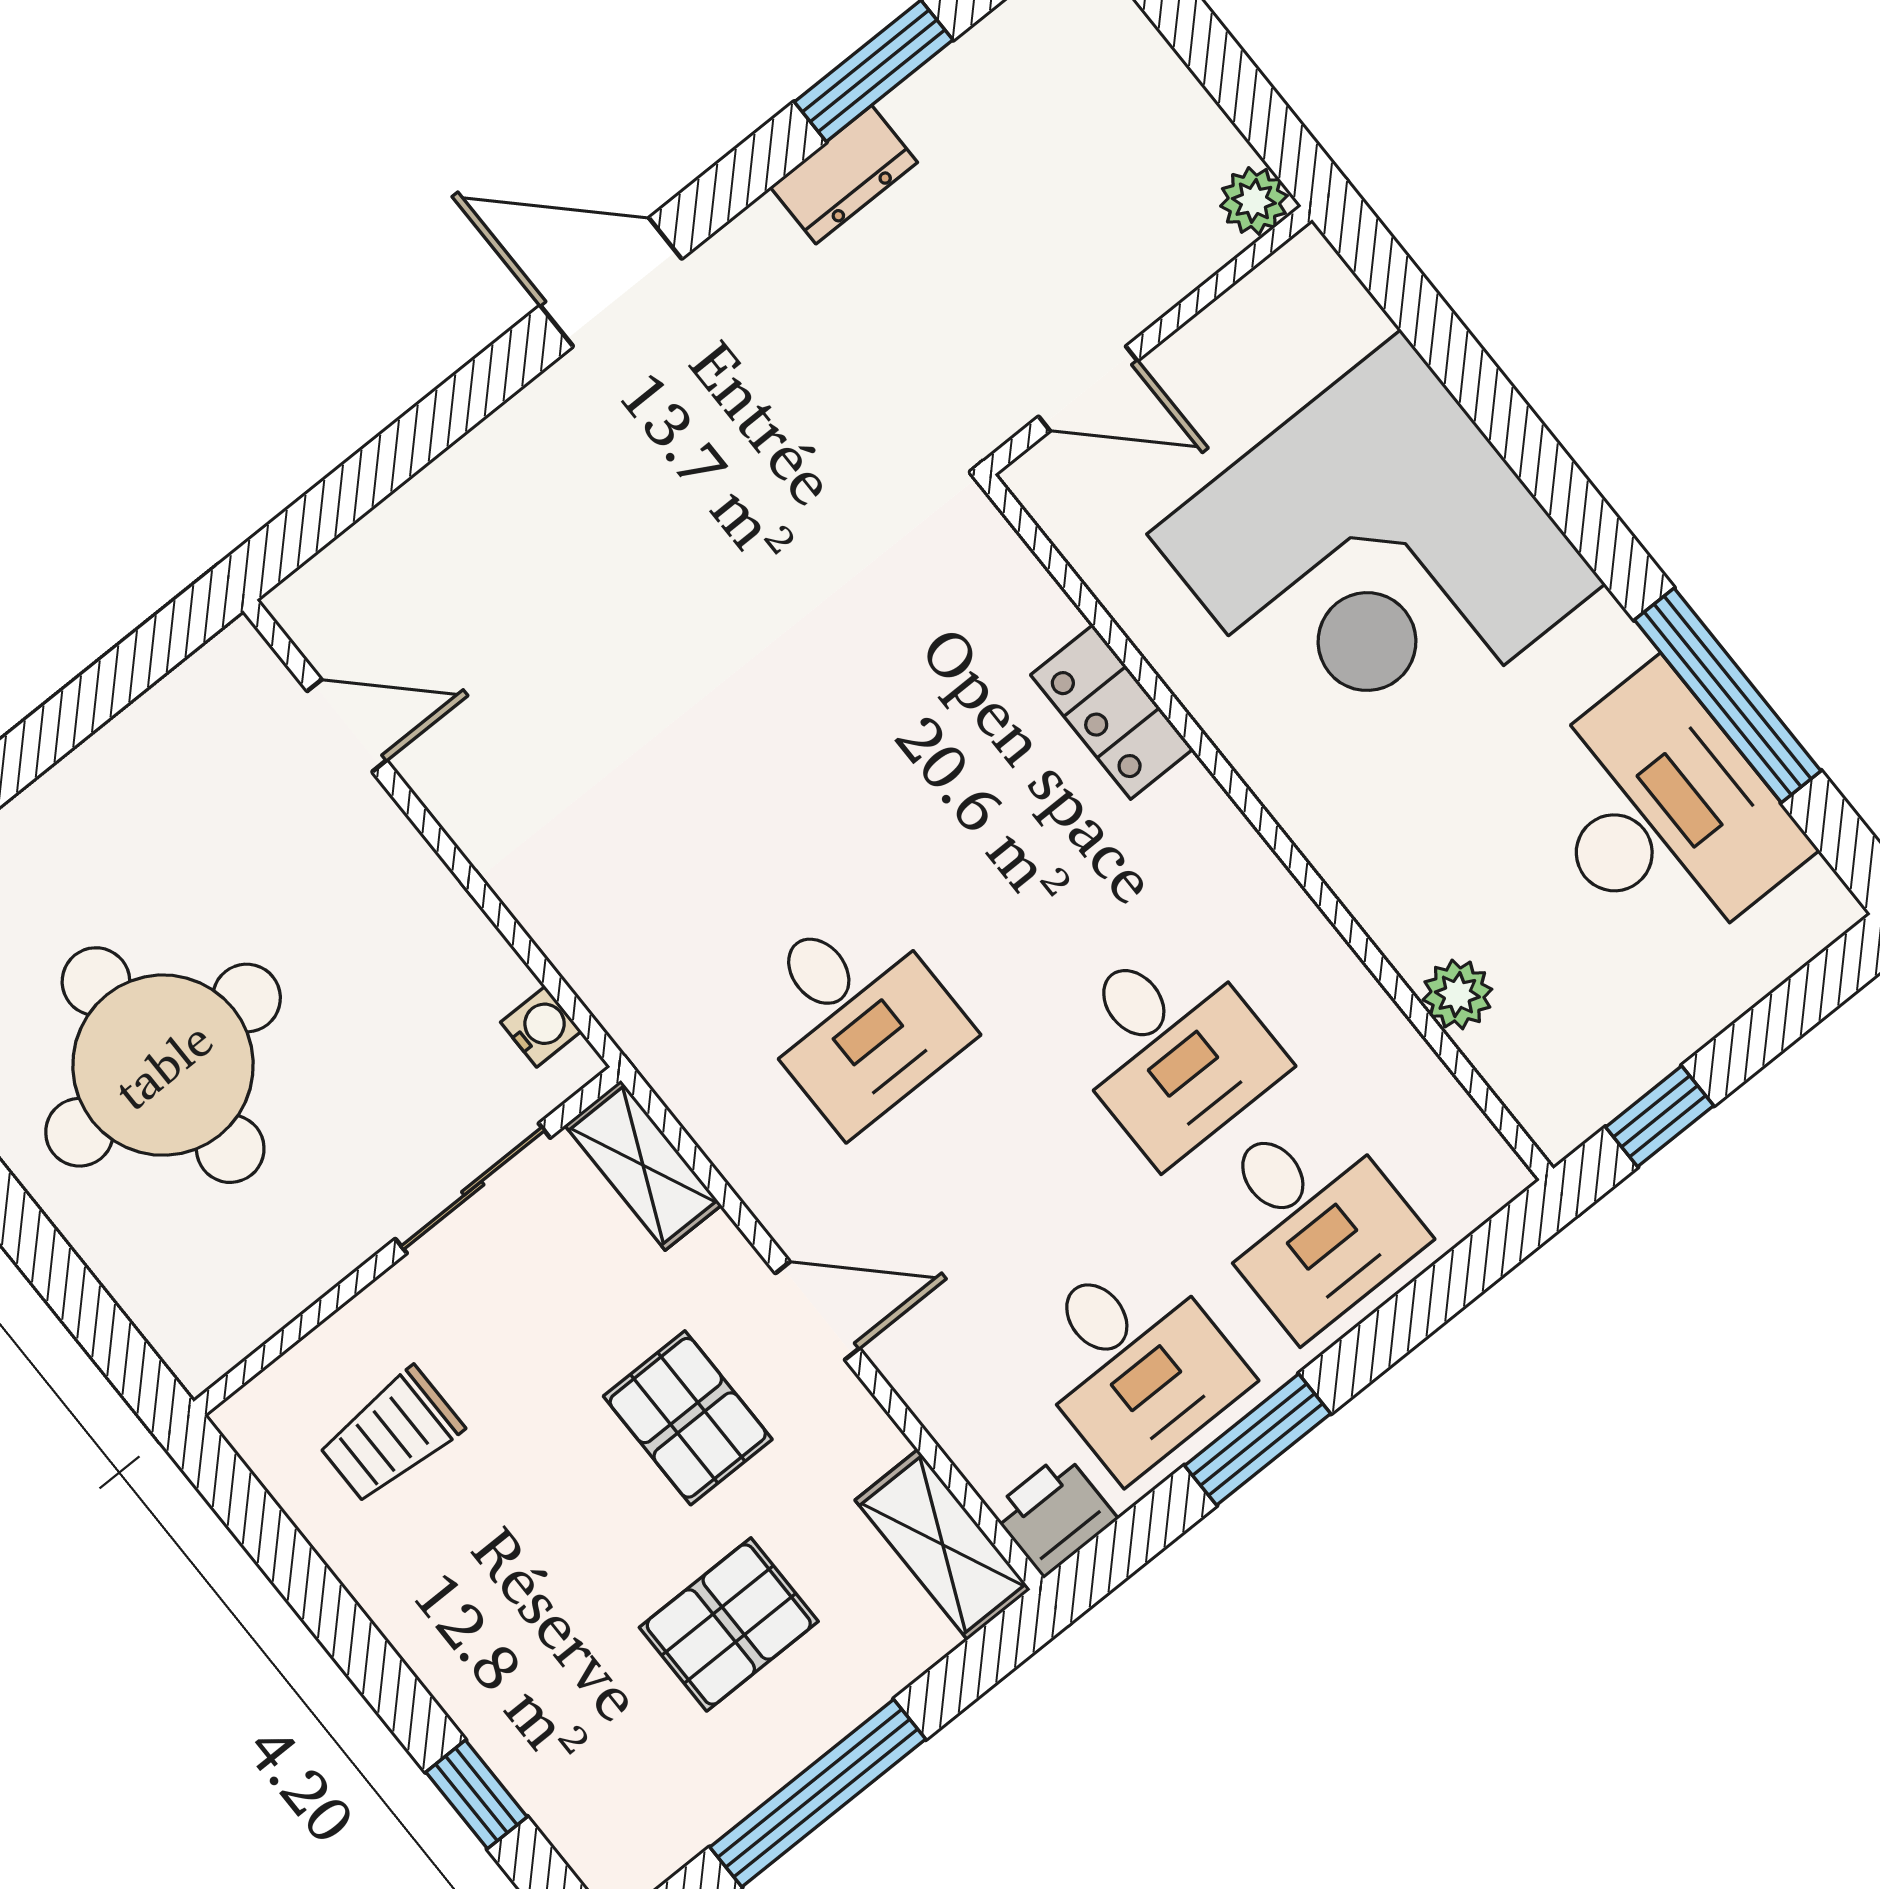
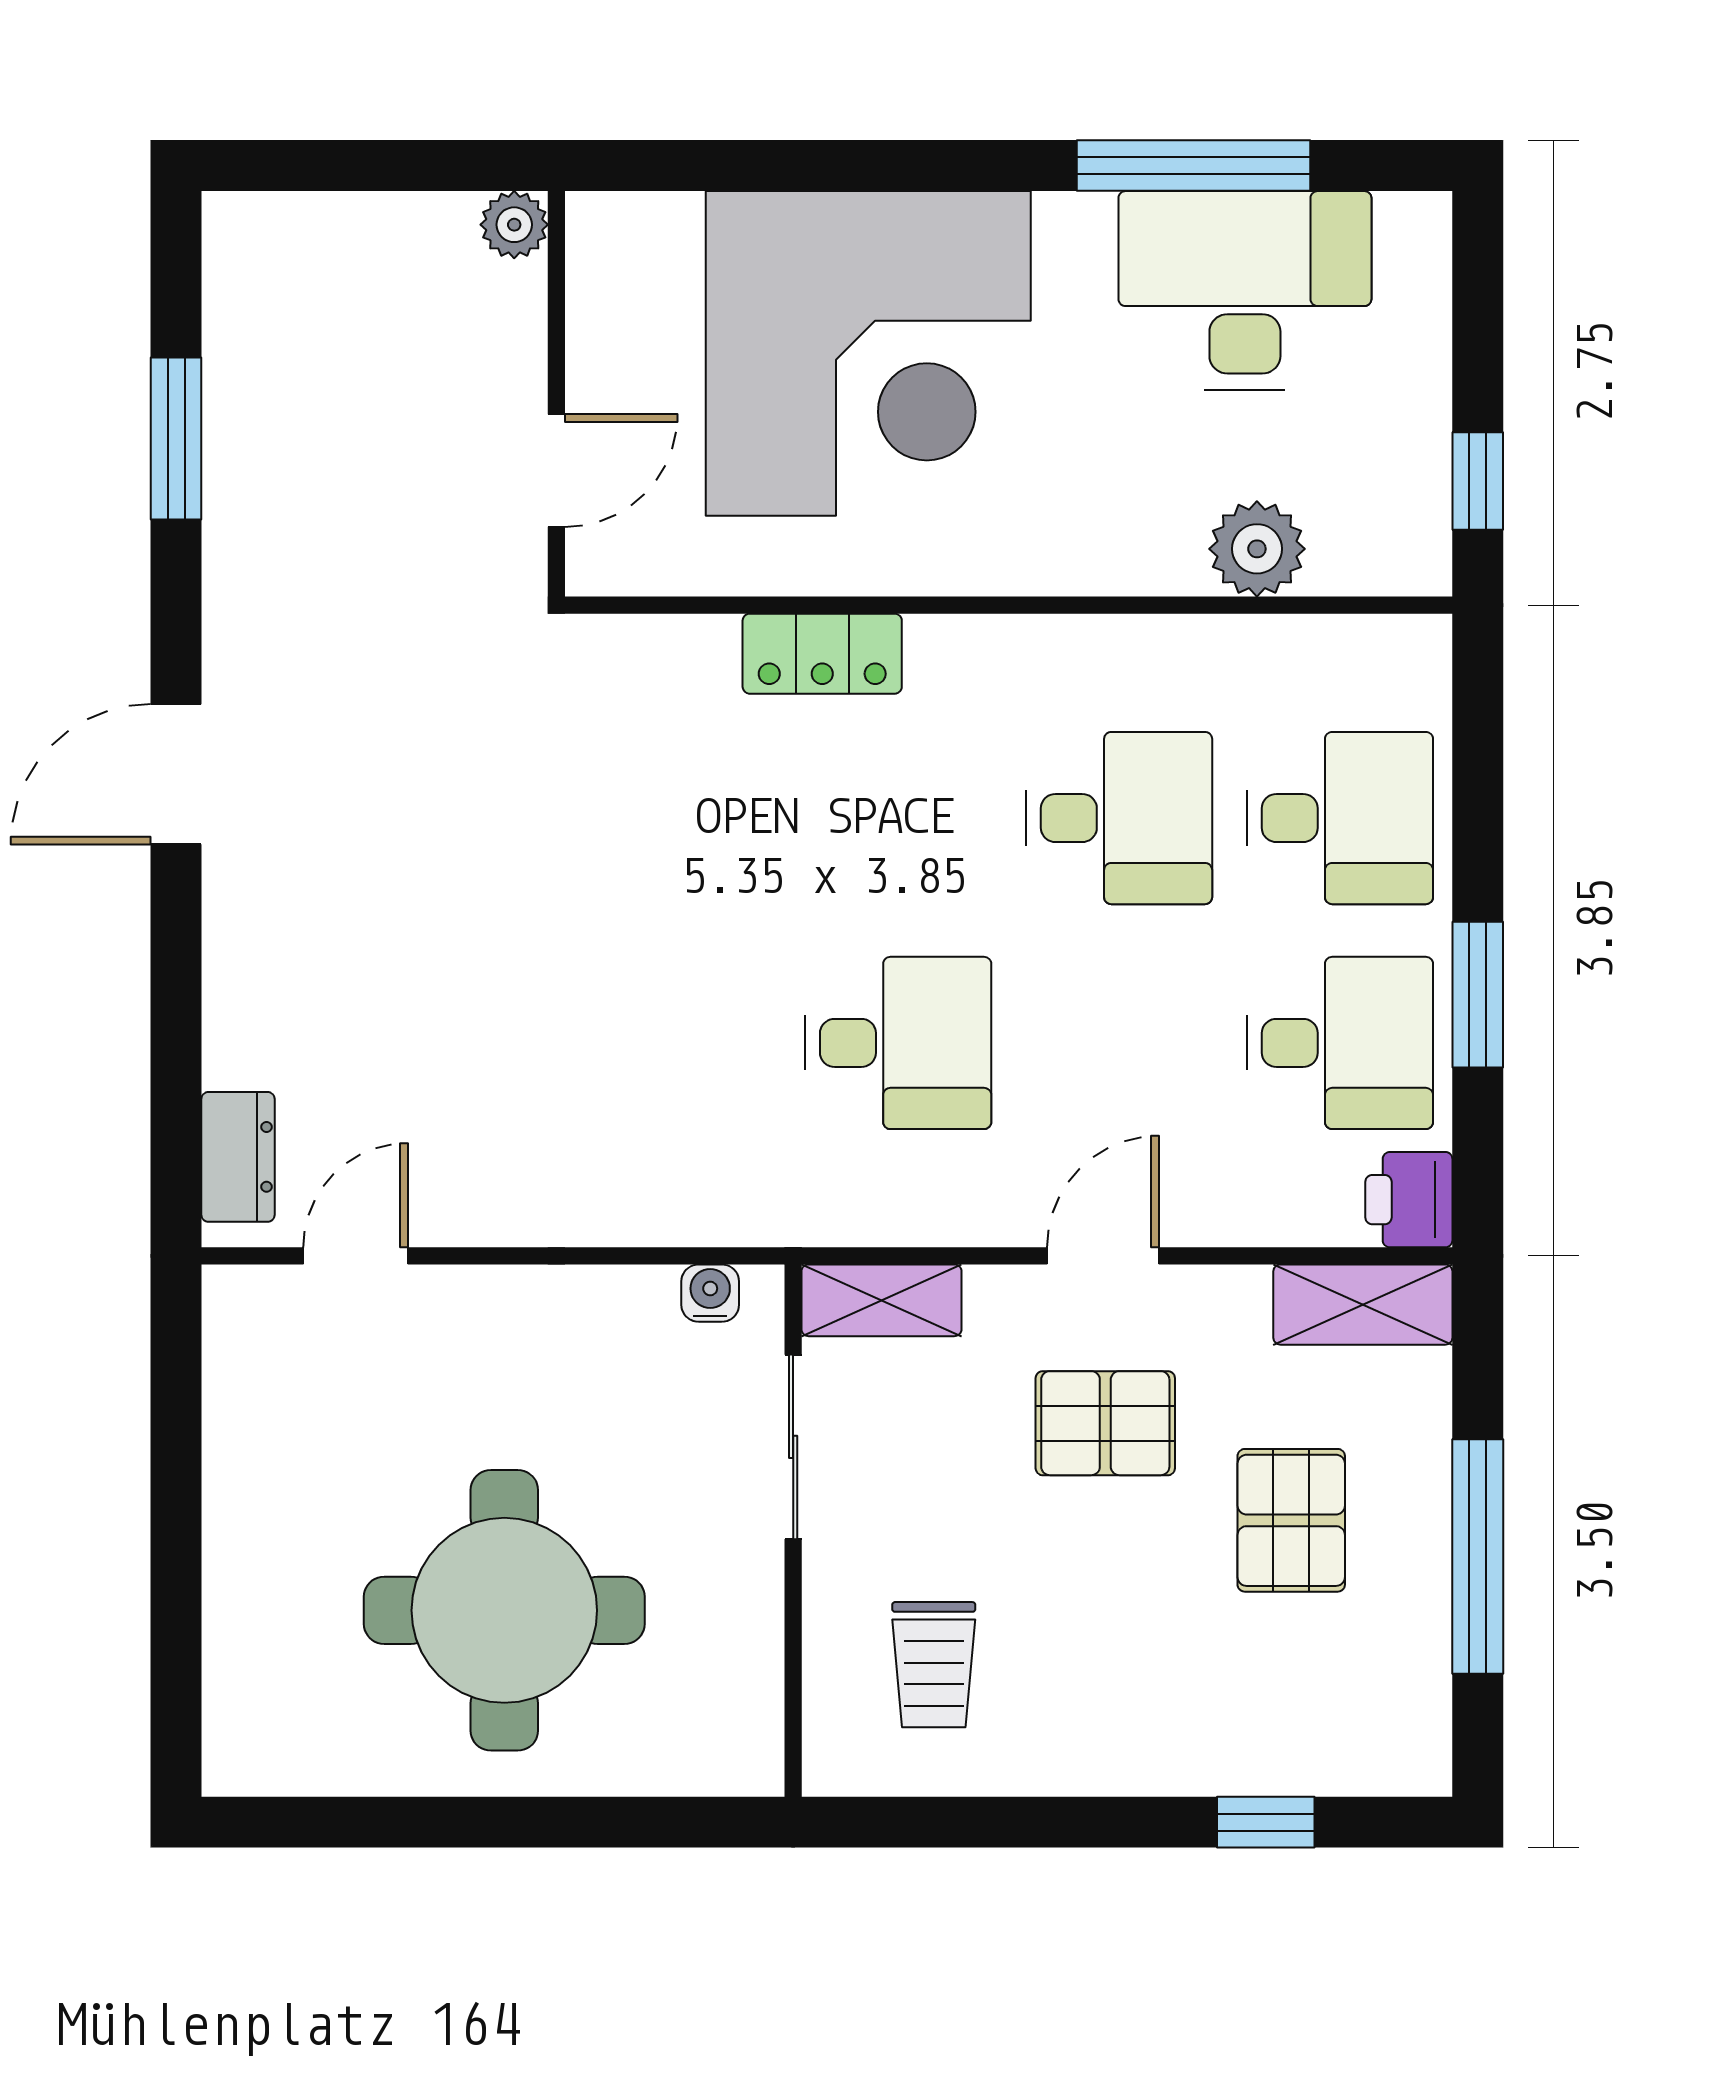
dresser: (844, 175) -> (238, 1157), moved
plant: (1457, 994) -> (1257, 549), width x1.38, depth x1.38

